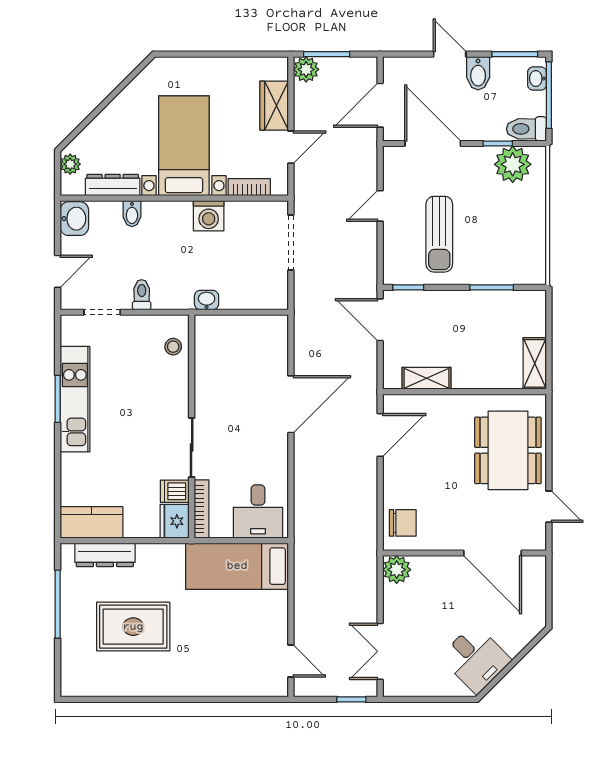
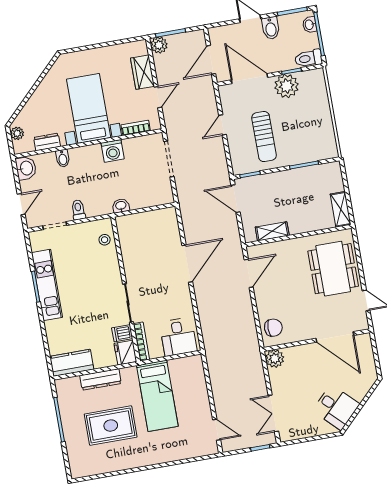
plant: (513, 164) -> (287, 86), moved
dresser: (113, 185) -> (47, 142), width x0.70
dresser: (105, 555) -> (101, 379), moved
bed: (237, 566) -> (157, 396), moved, turned -90

